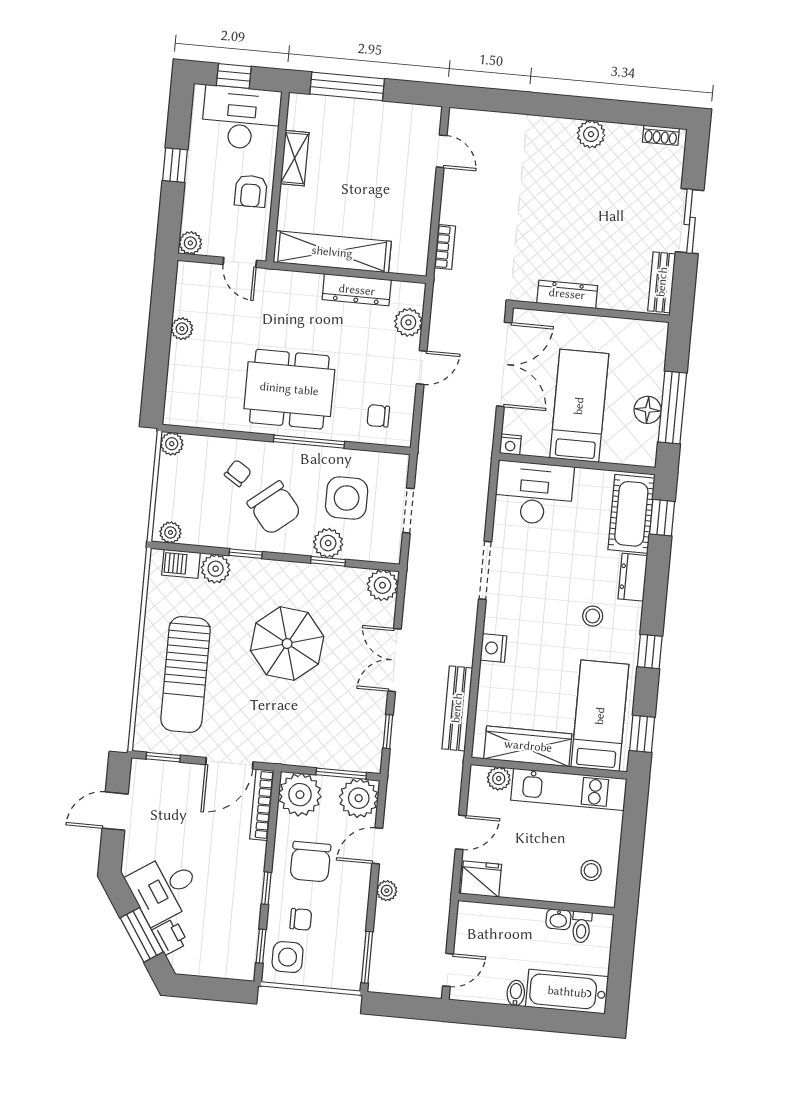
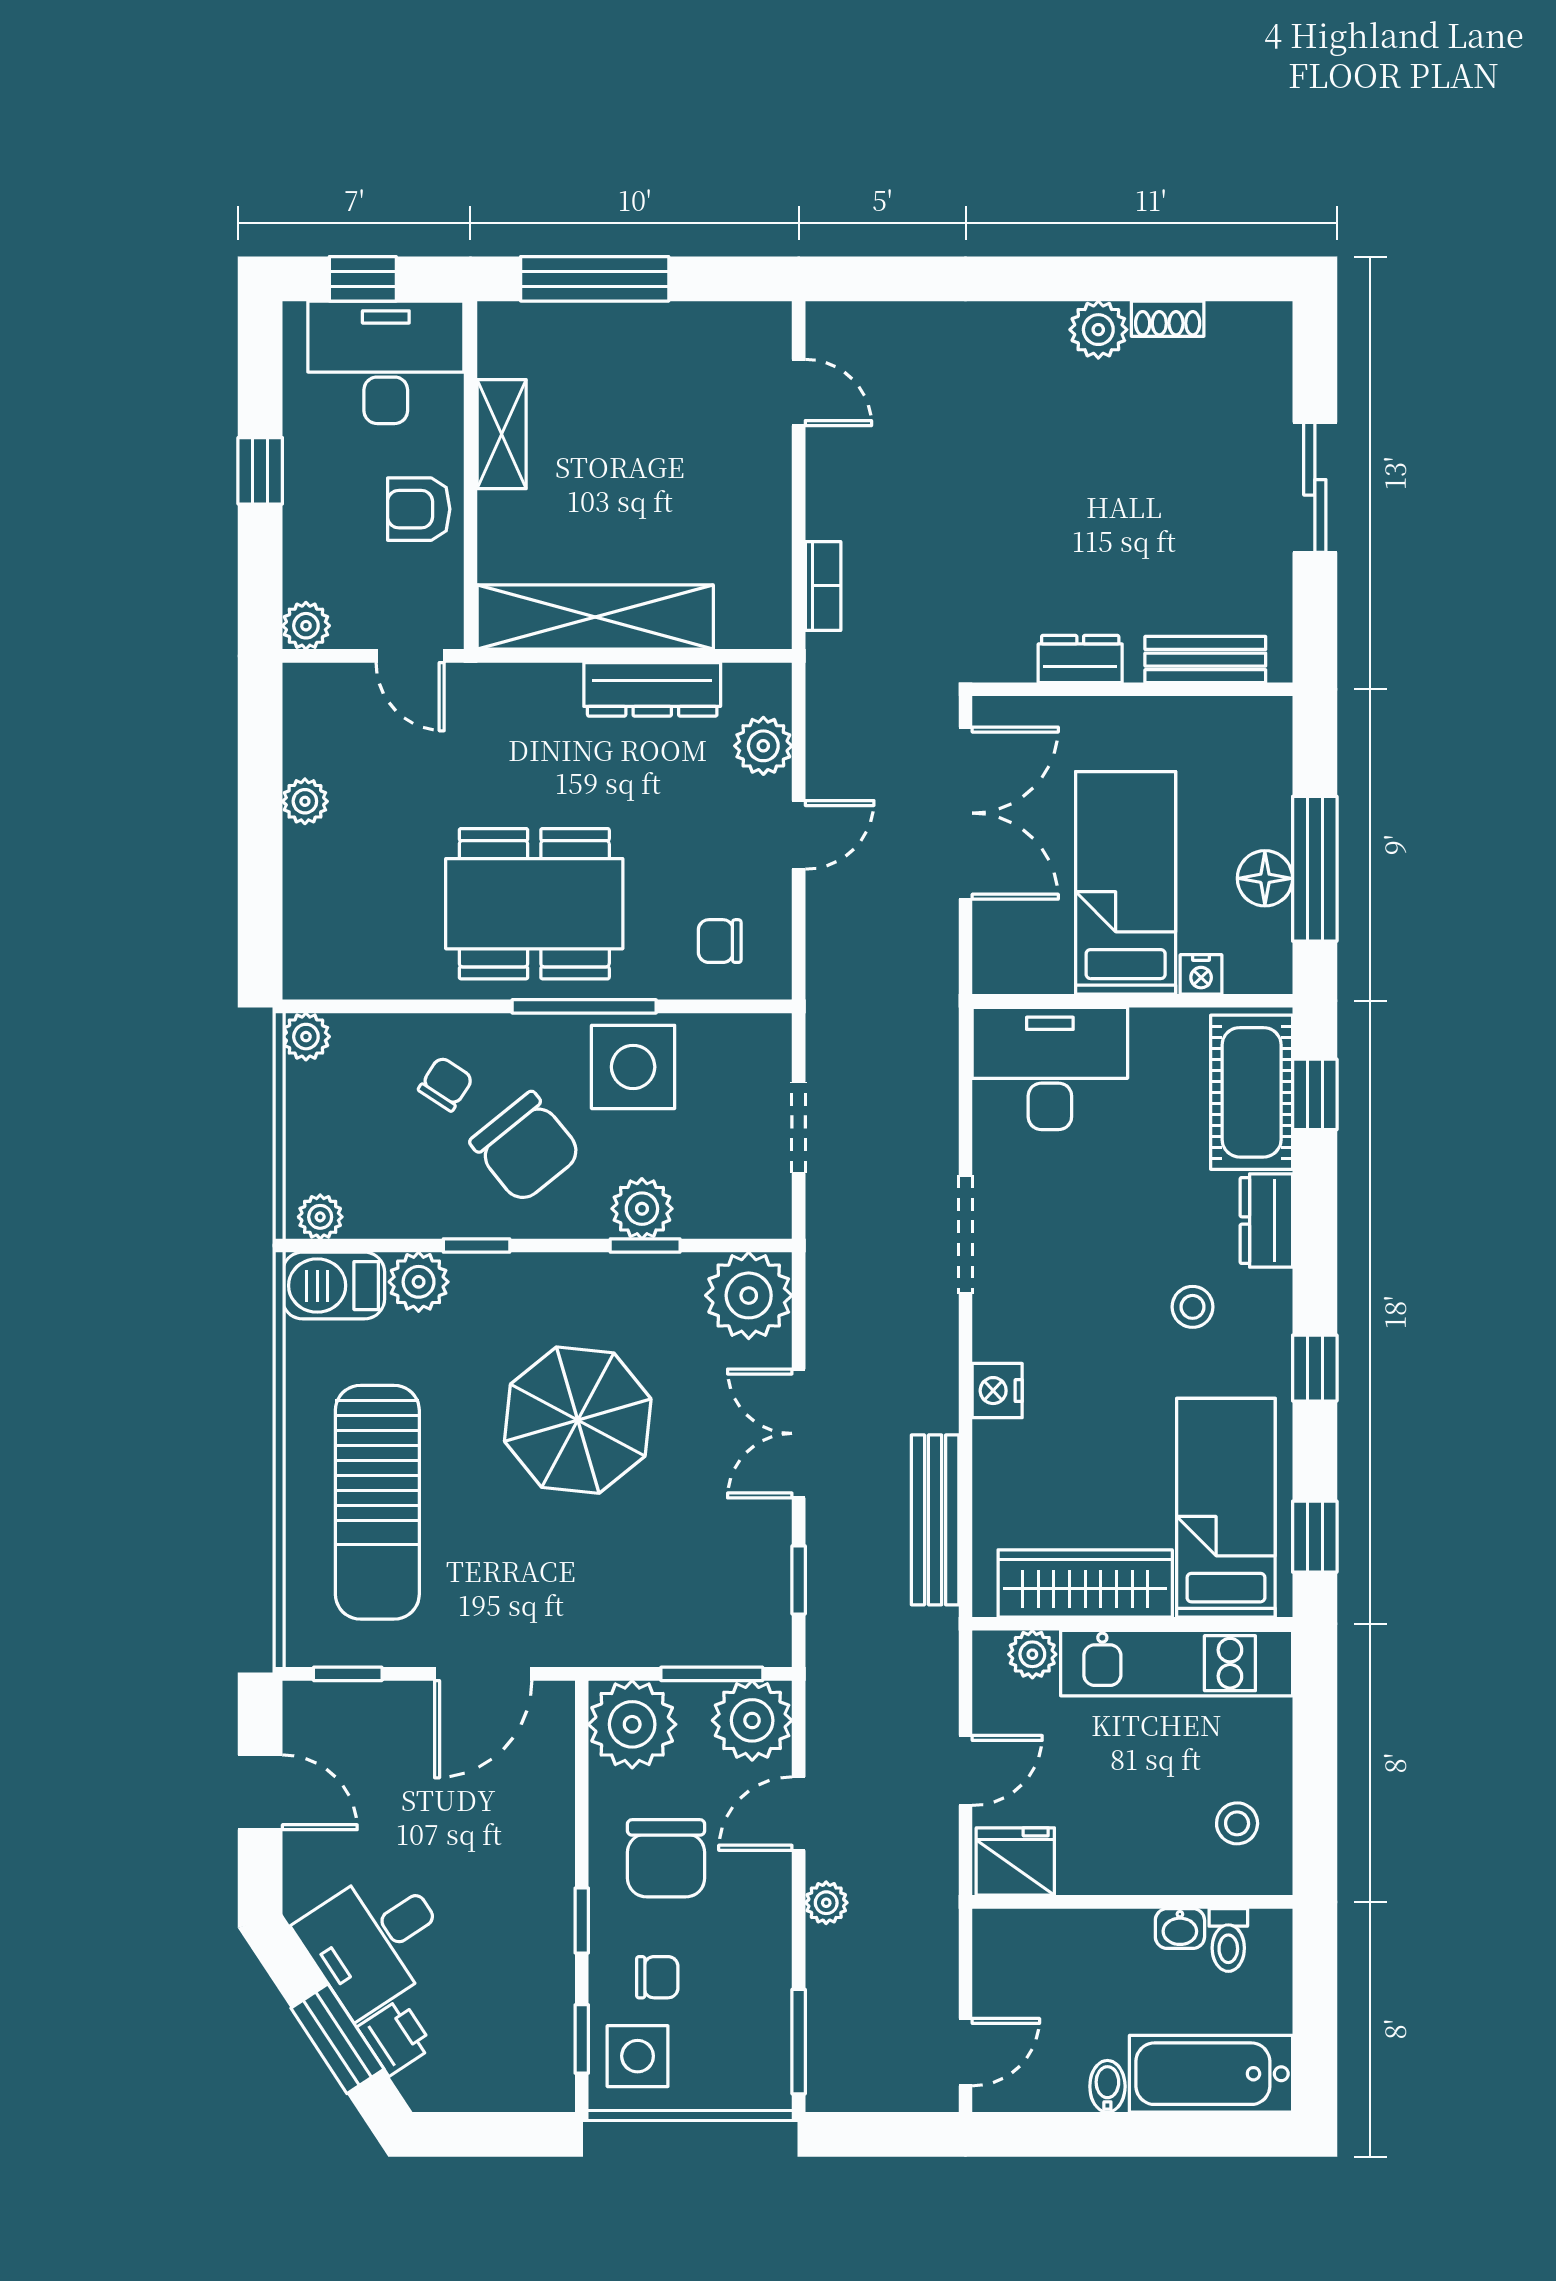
shoe rack: (661, 135) -> (1168, 319), moved
armchair: (251, 191) -> (419, 509), turned 90
bench: (662, 282) -> (1205, 660), moved, turned 90
dresser: (567, 294) -> (1080, 659), width x0.70
nightstand: (510, 445) -> (1201, 974), moved
side table: (347, 498) -> (633, 1067), moved
barbecue: (181, 564) -> (333, 1286), width x1.38, depth x1.27
plant: (383, 585) -> (749, 1295), width x1.36, depth x1.36
bookcase: (262, 805) -> (557, 1752), removed
door: (115, 811) -> (260, 1792), swing flipped

